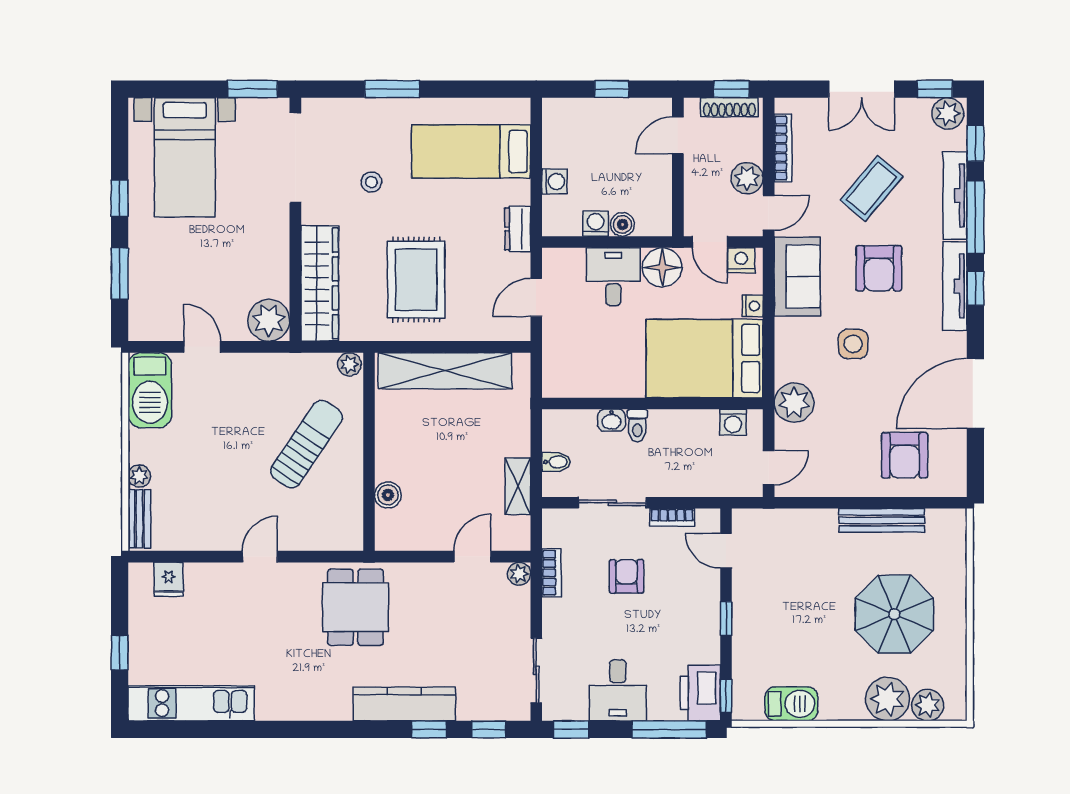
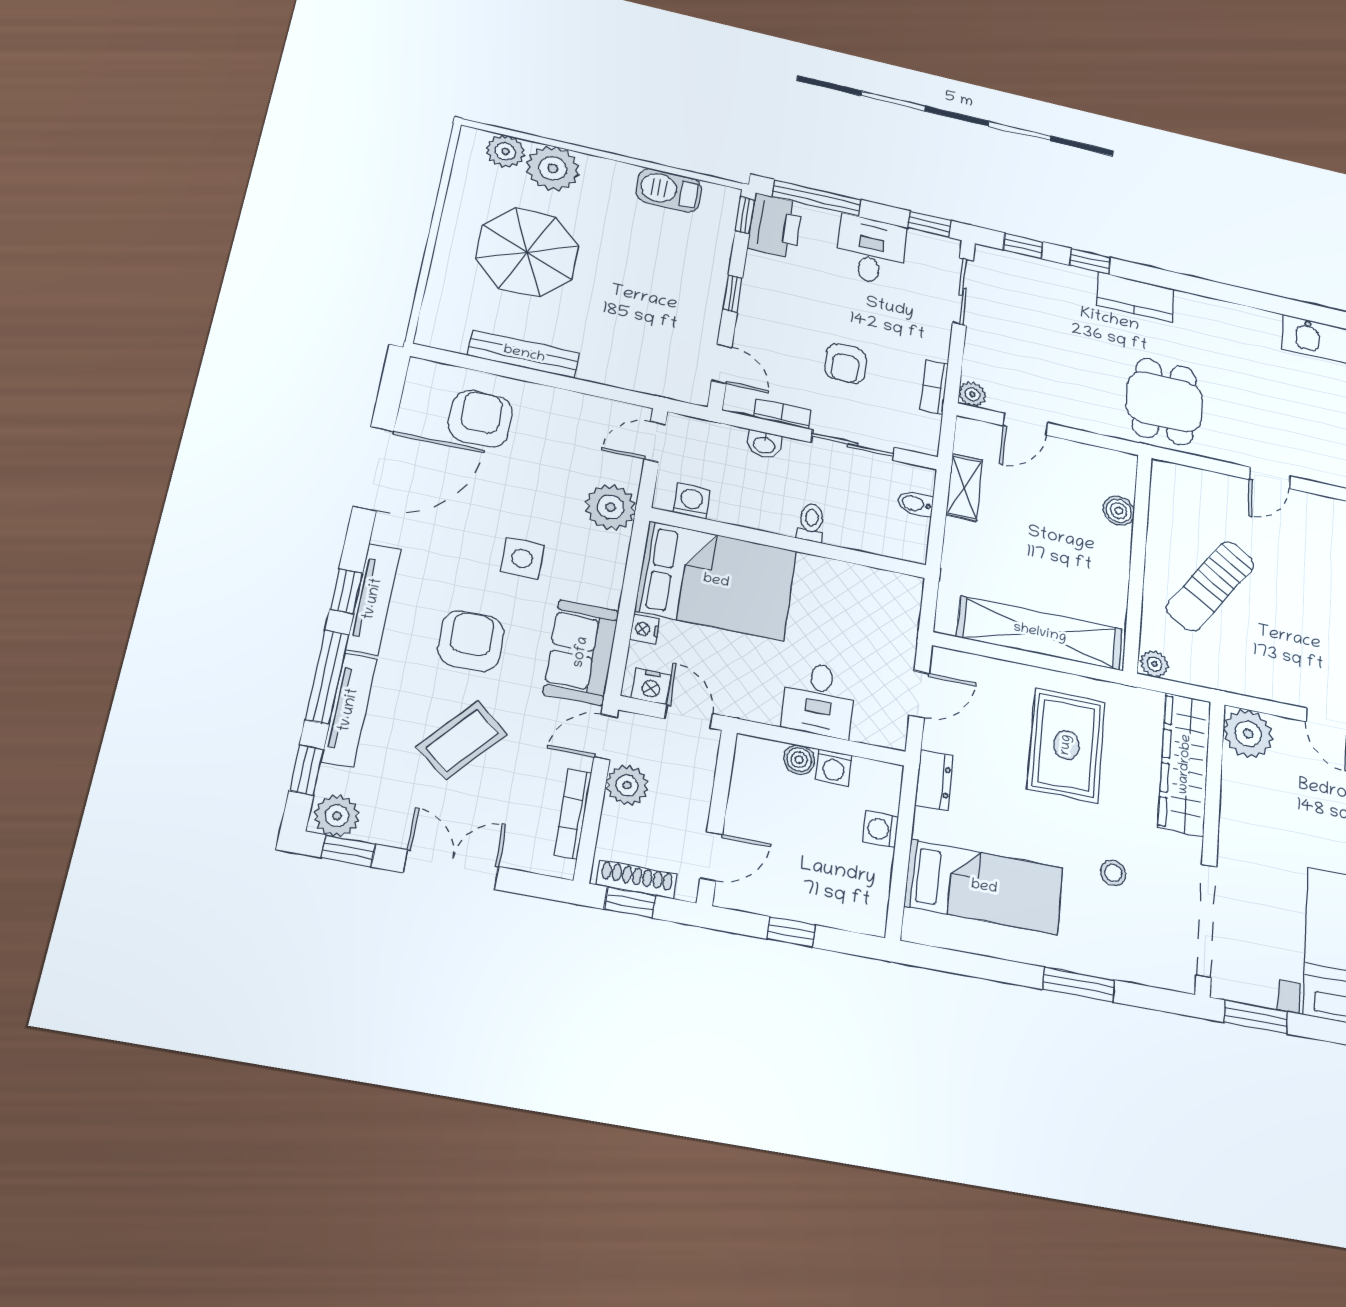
floor lamp: (662, 267) -> (755, 698), removed
washbasin: (611, 420) -> (764, 444), moved, turned 180
kitchen counter: (404, 704) -> (1135, 297), width x0.67

